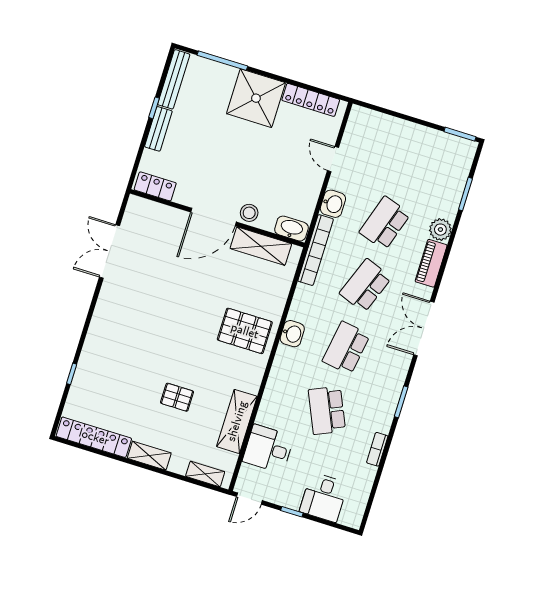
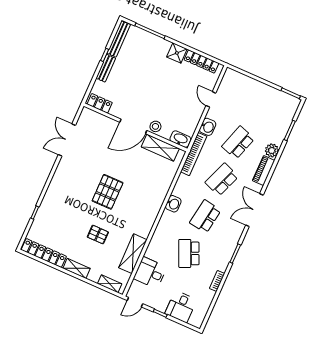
shower: (256, 98) -> (177, 53), width x0.54, depth x0.54
pallet: (245, 331) -> (108, 192), moved, turned 90

